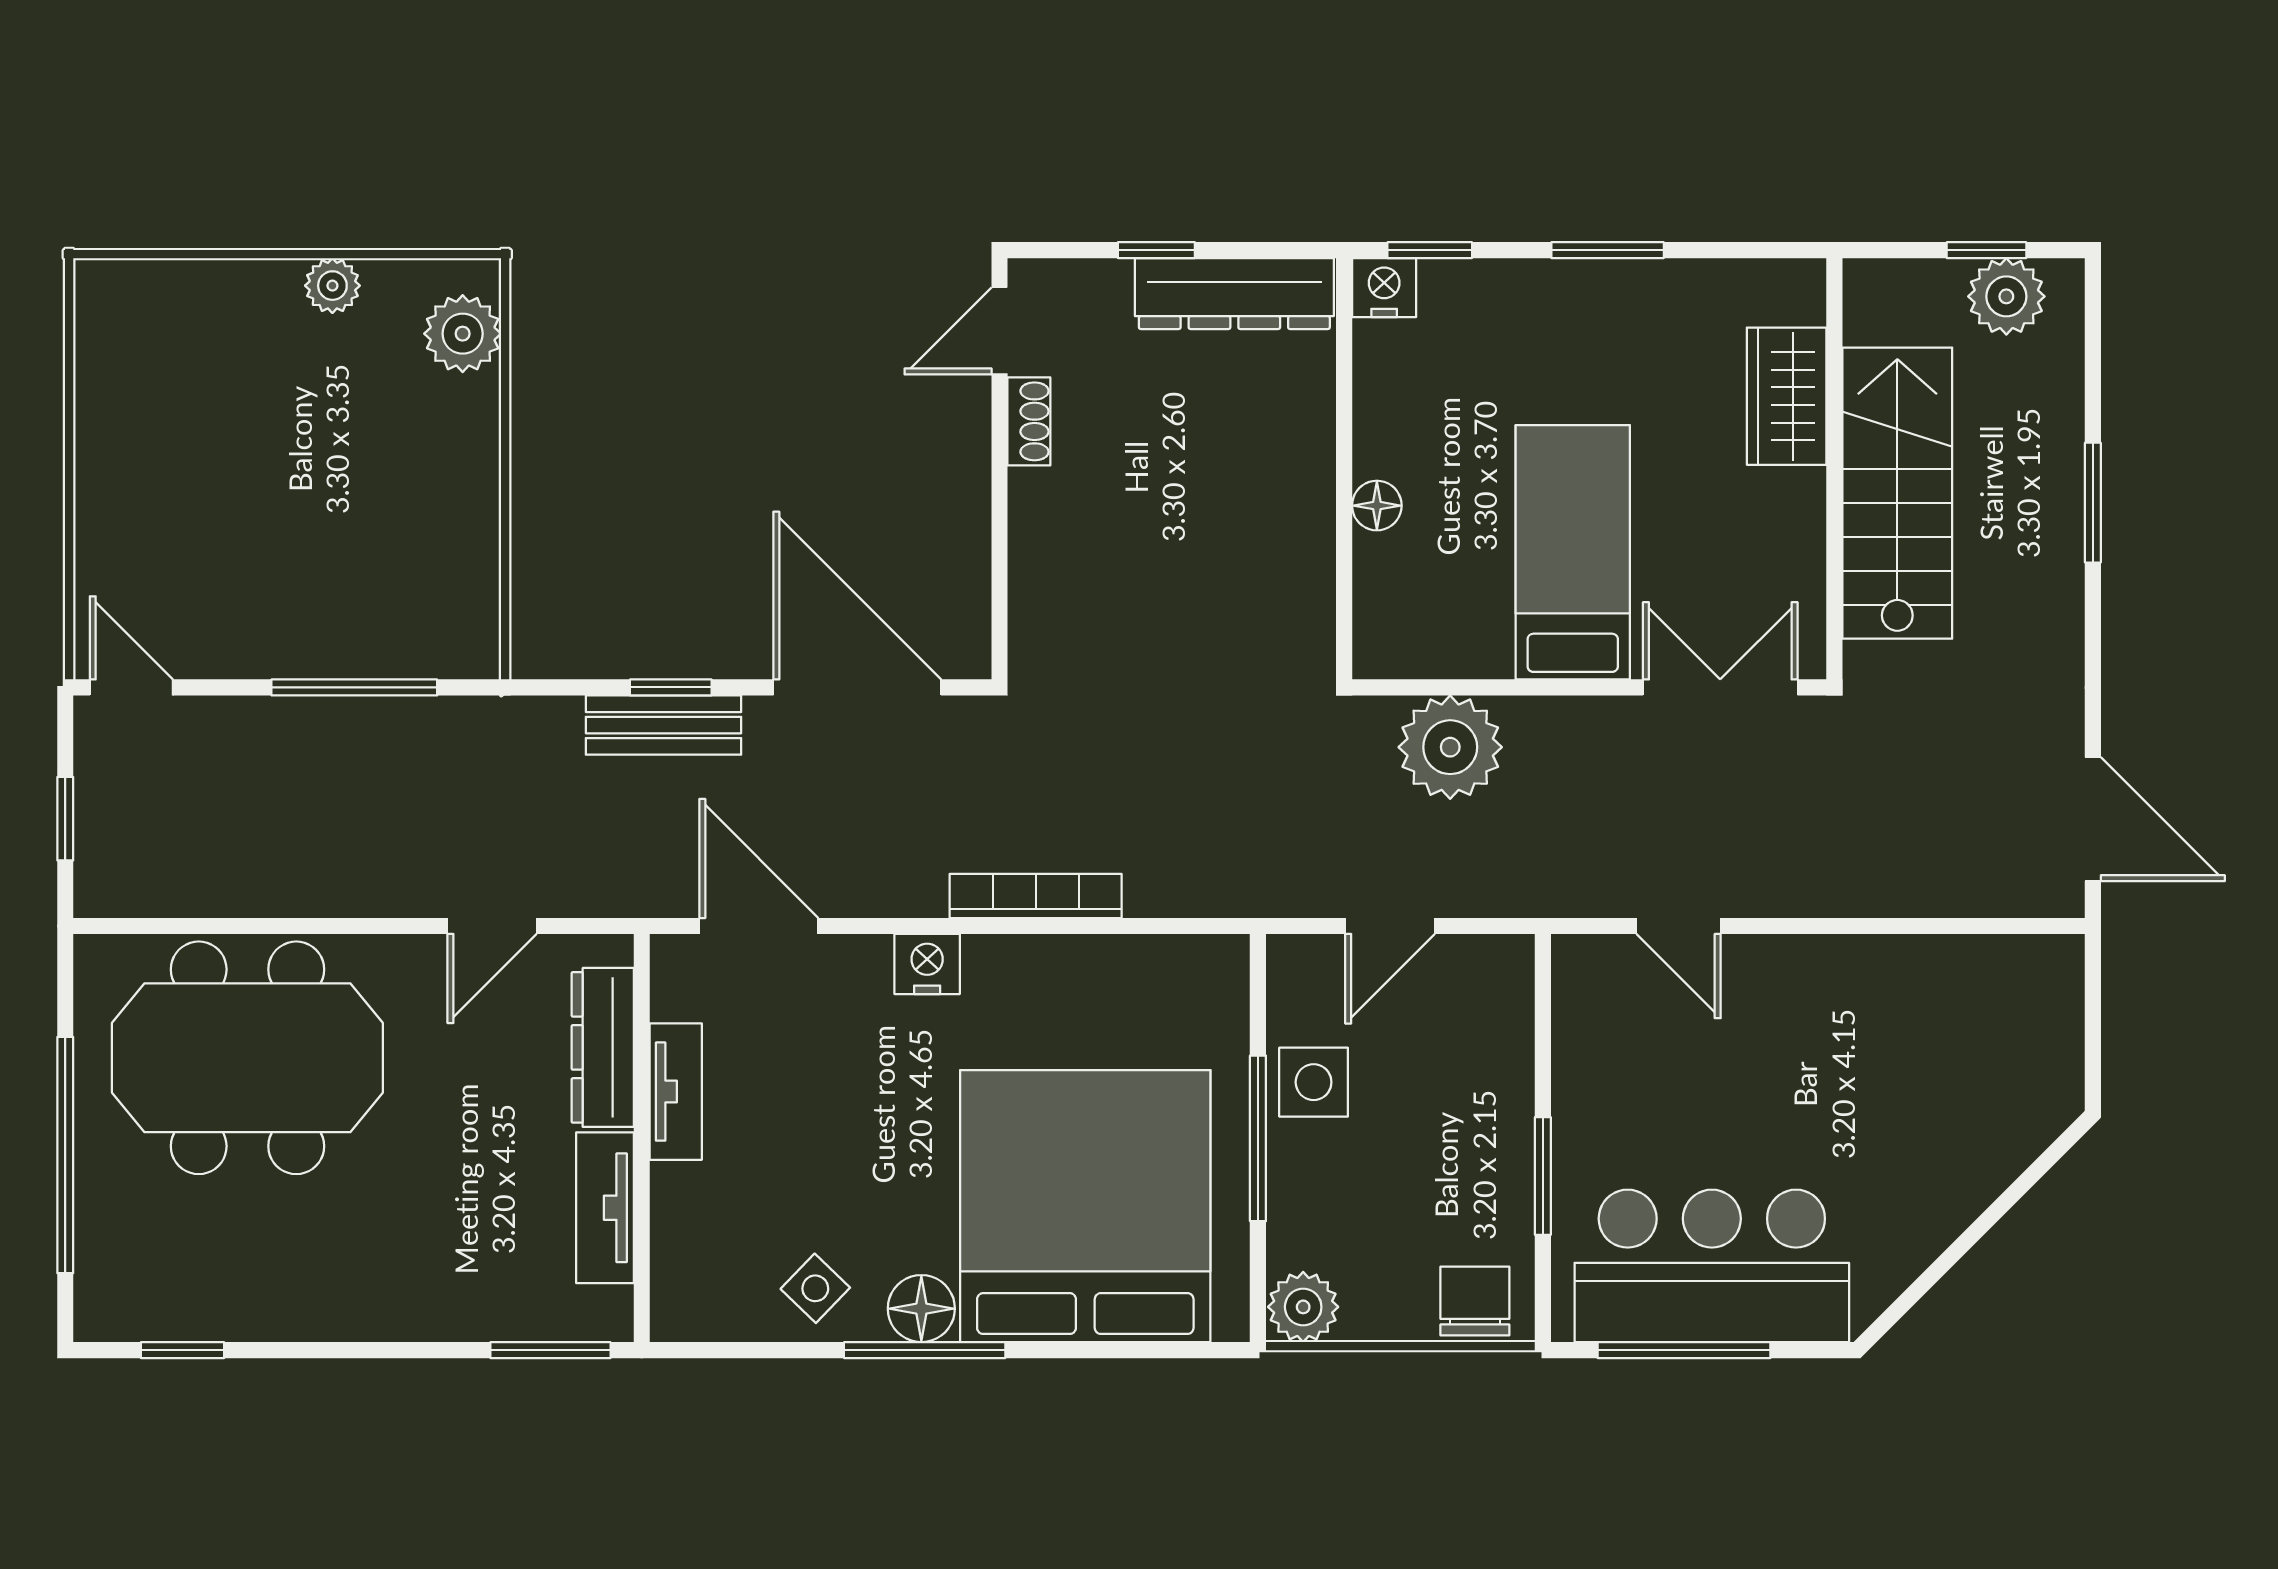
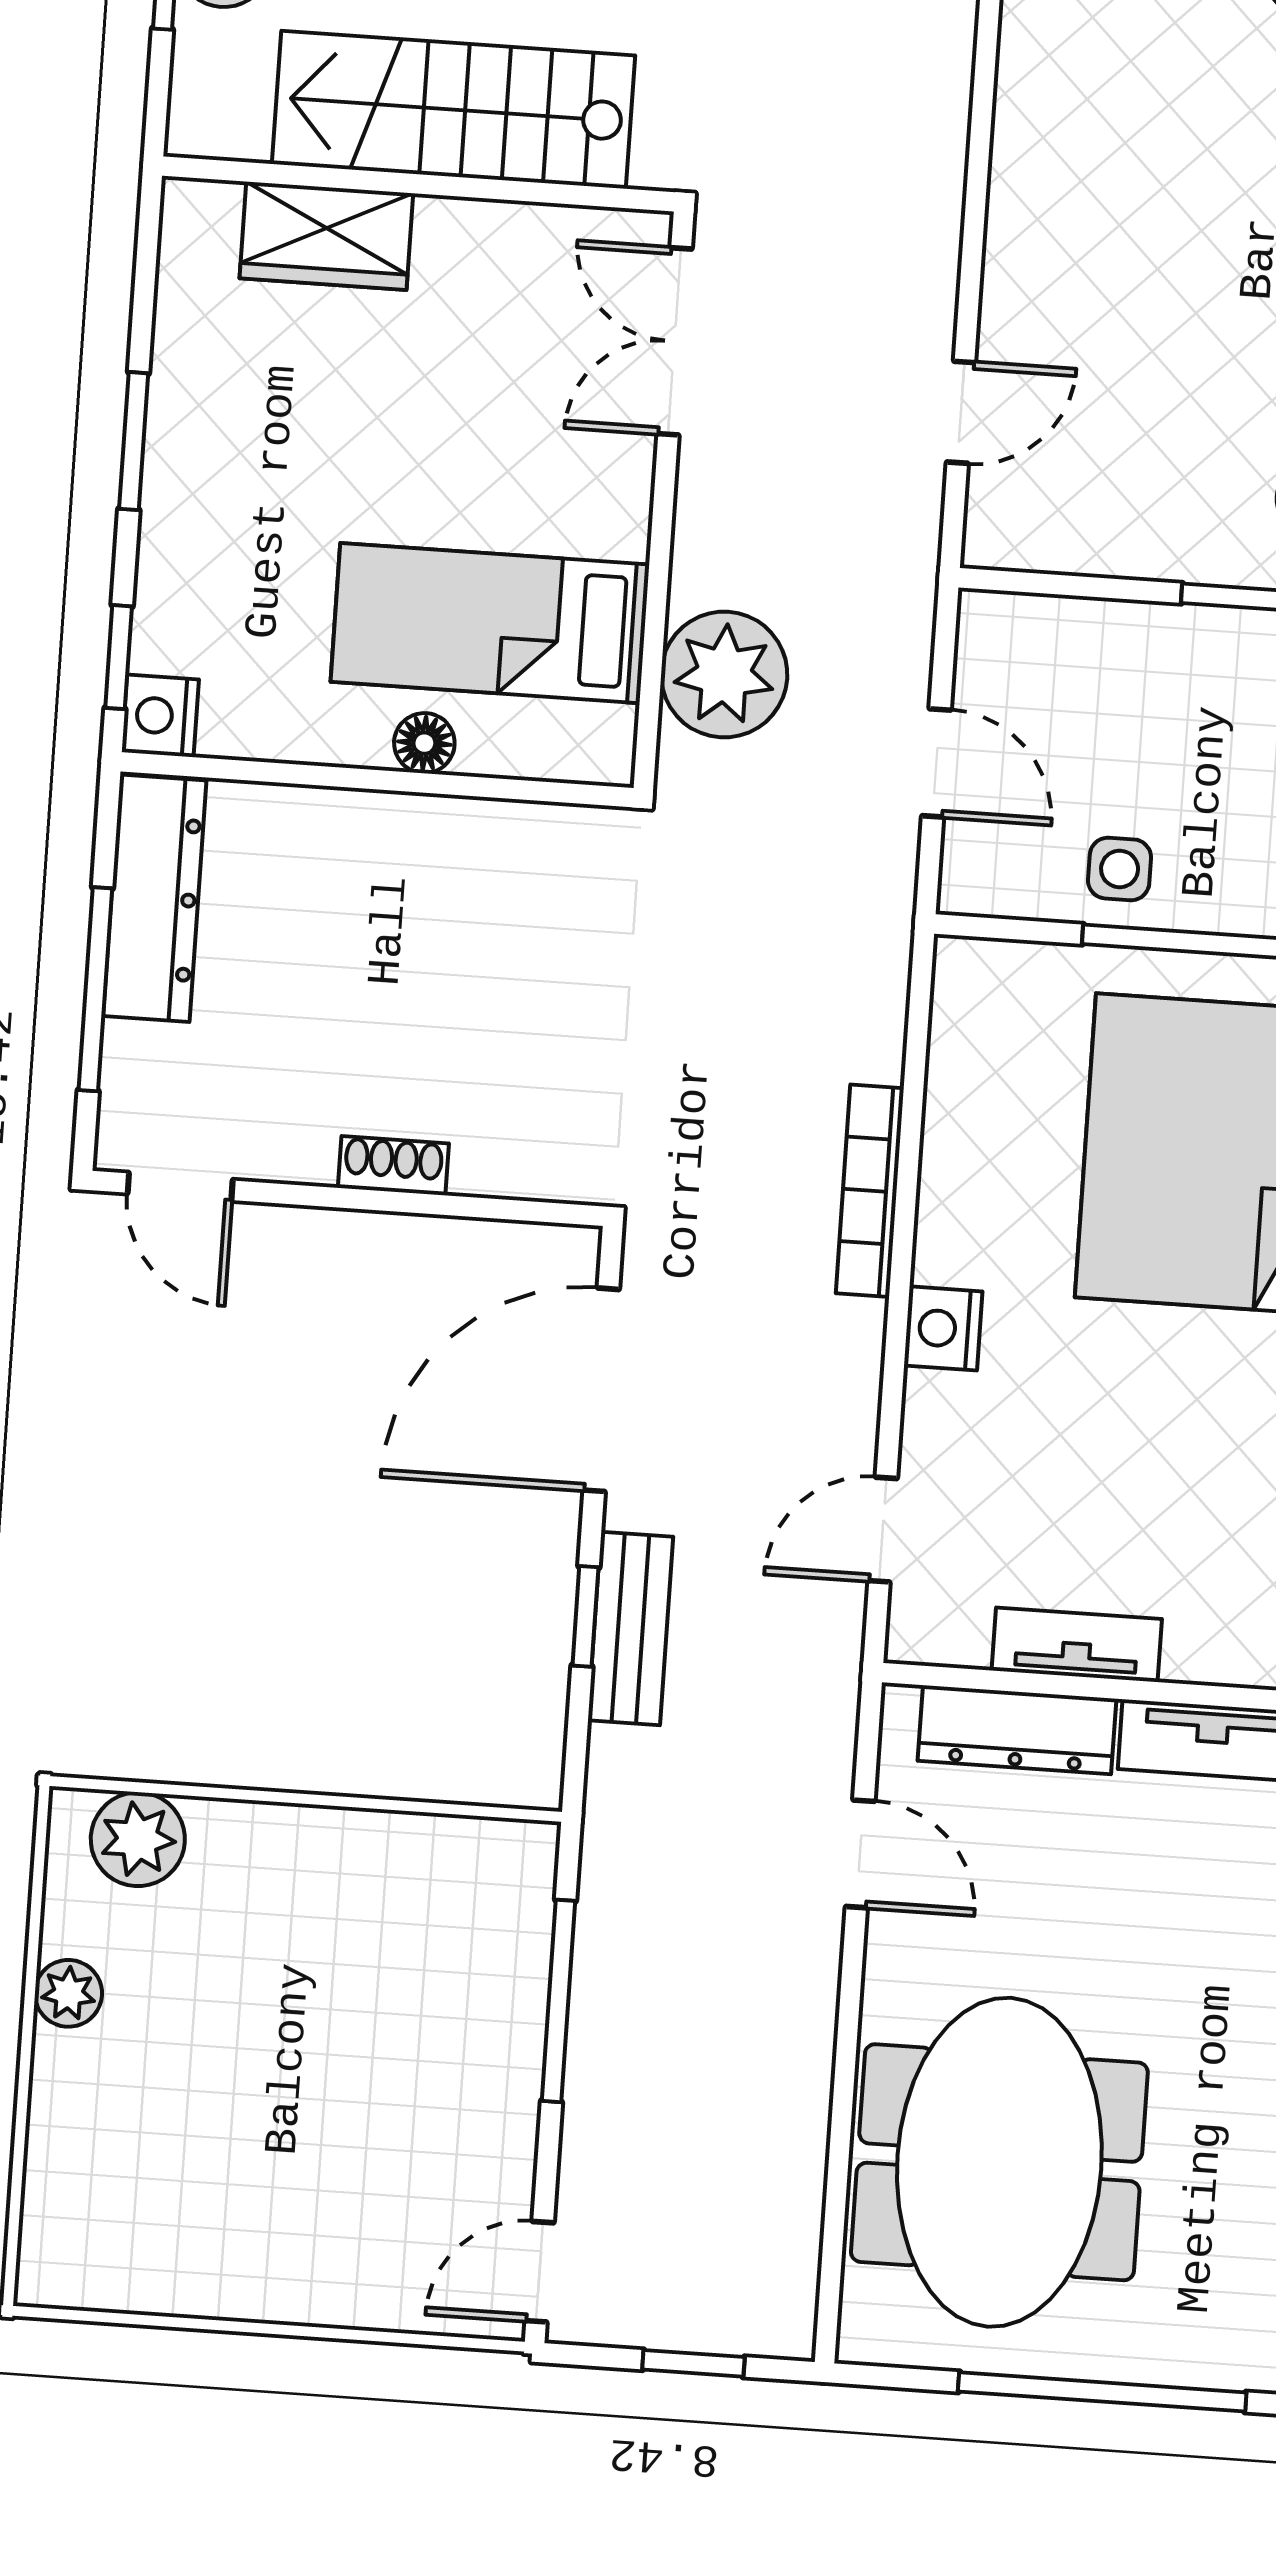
window: (1156, 250) -> (95, 989), width x2.17
shoe rack: (1029, 421) -> (393, 1166), moved
bed: (1573, 552) -> (490, 623), moved
door: (759, 926) -> (883, 1530), width x0.73
side table: (1314, 1082) -> (1120, 869), width x0.73, depth x0.73

